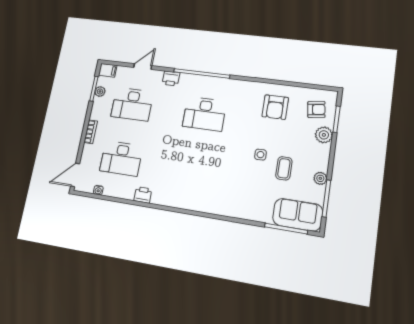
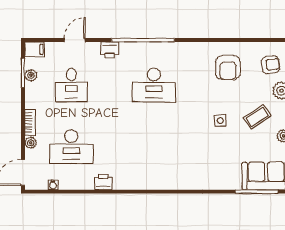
desk: (132, 104) -> (71, 85), width x0.73
plant: (87, 150) -> (31, 143), added
coffee table: (284, 168) -> (257, 117), moved, turned 56

